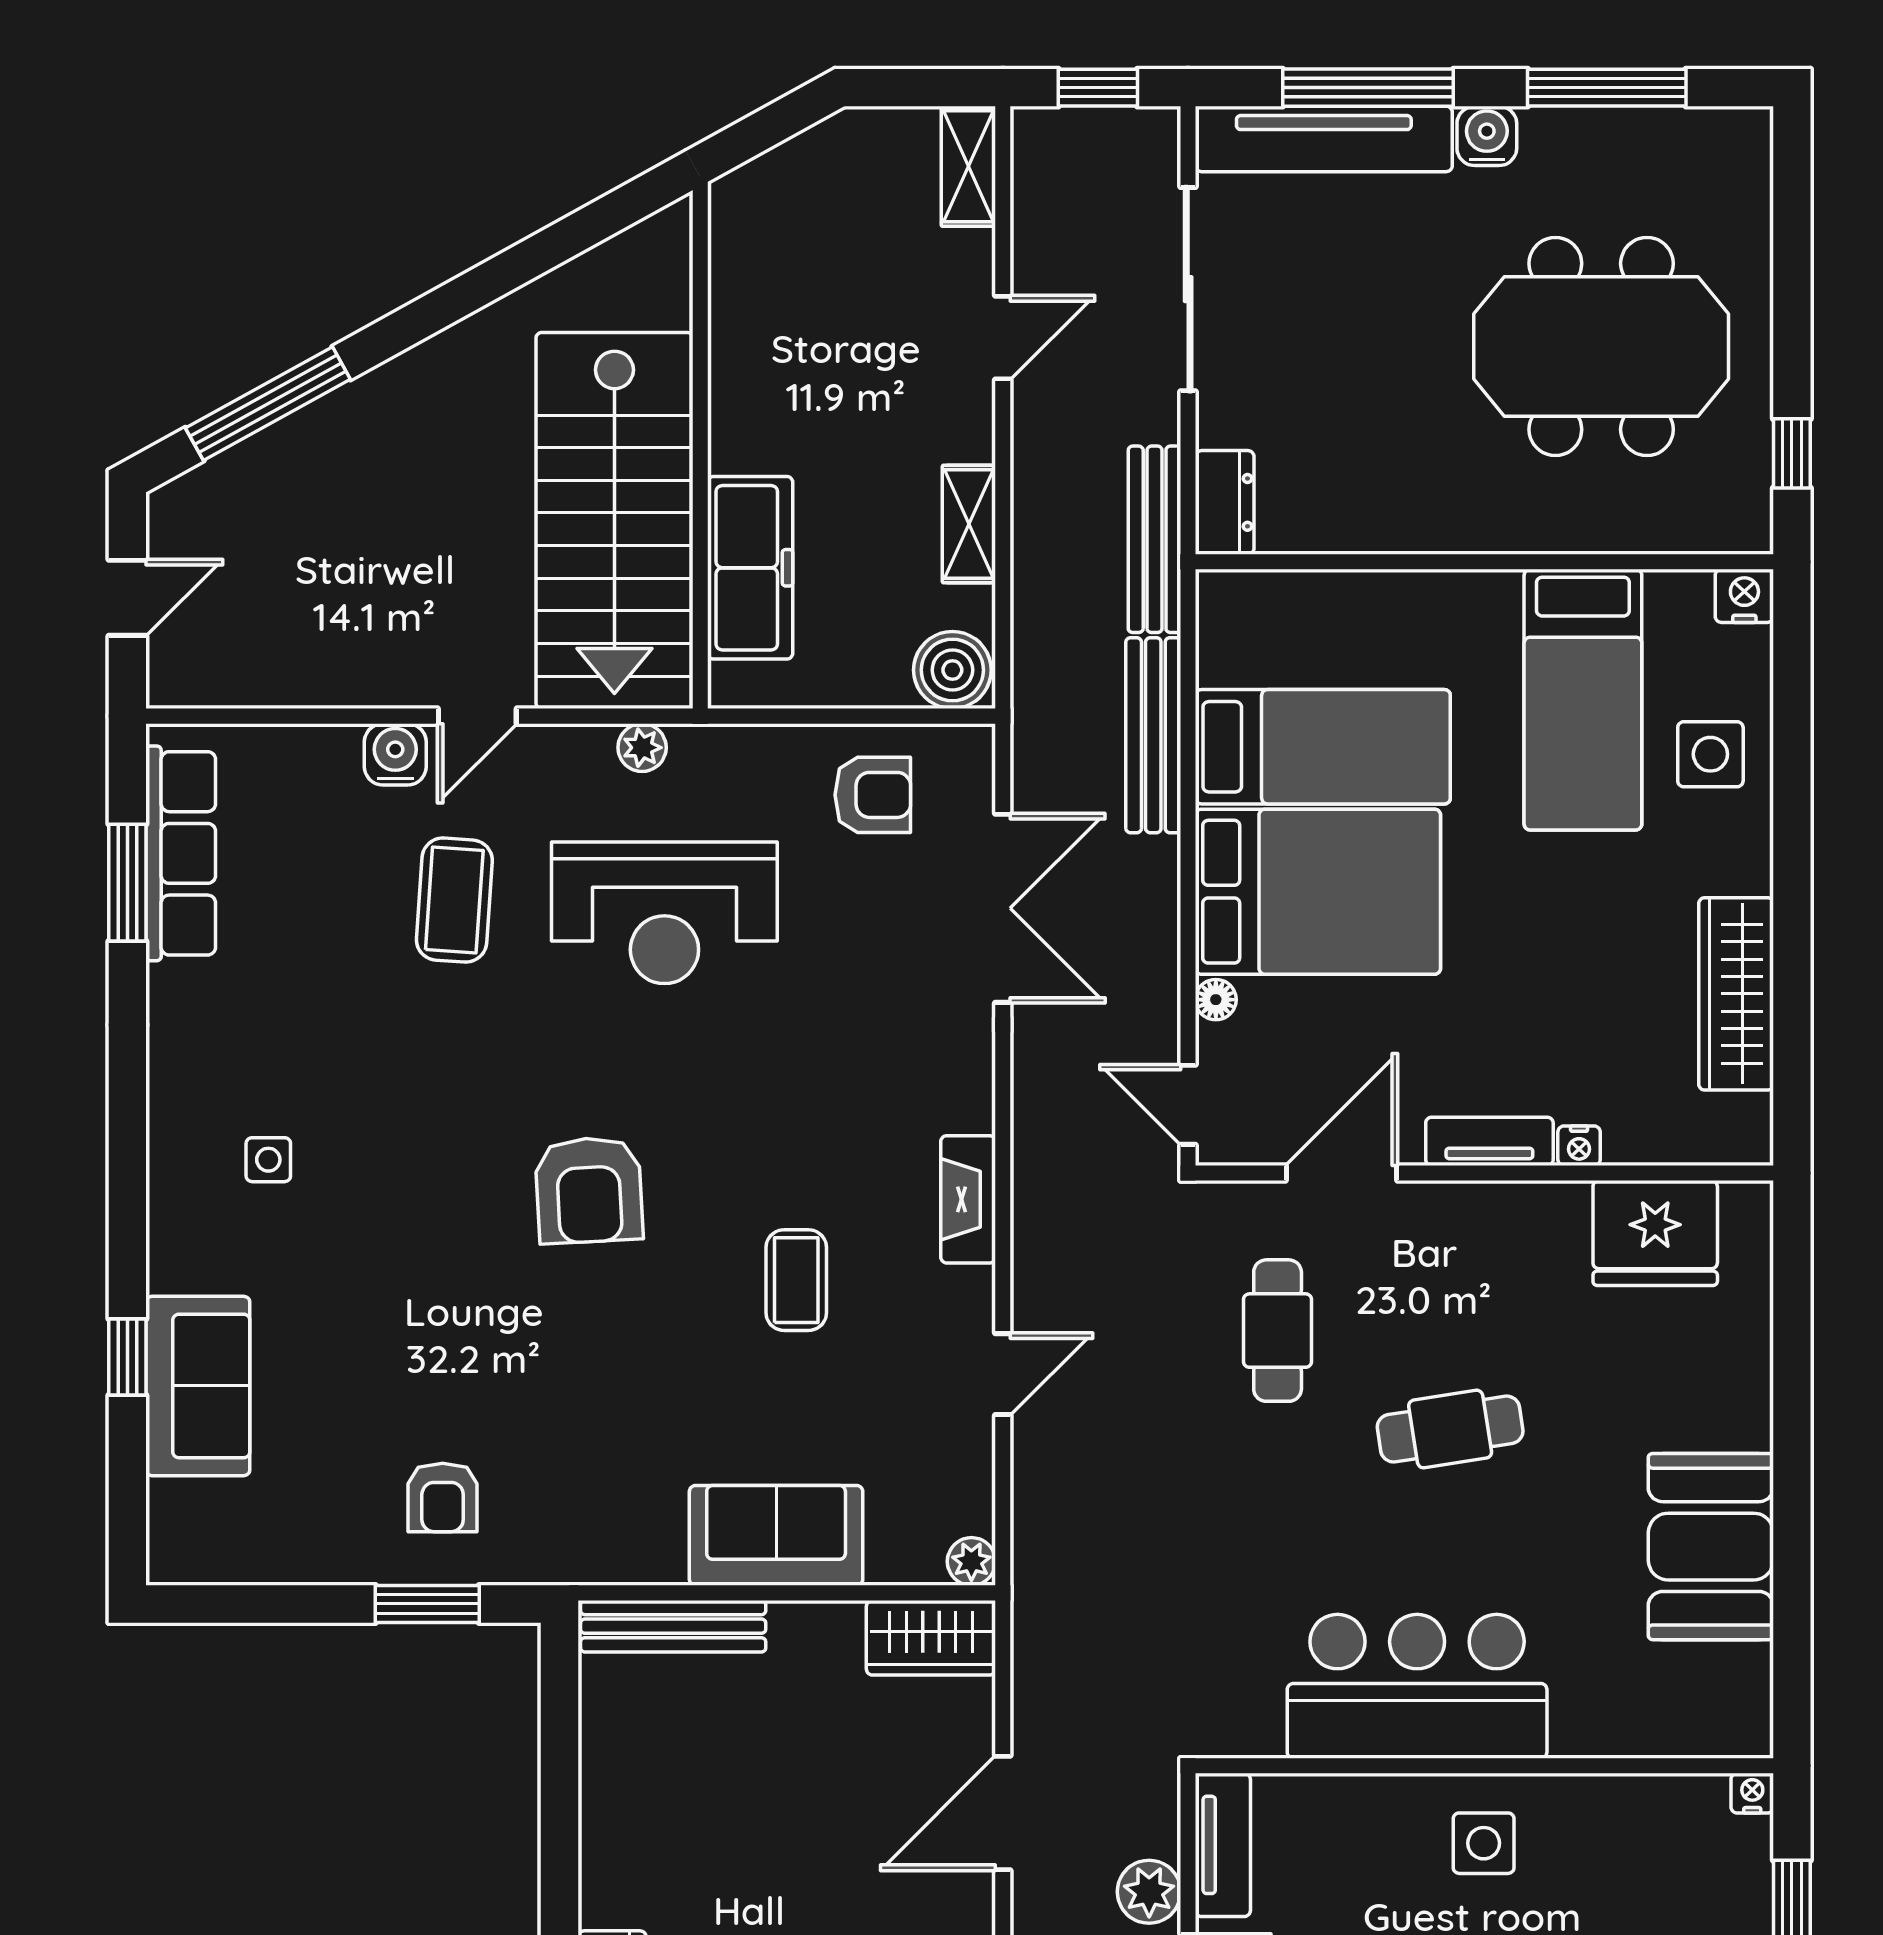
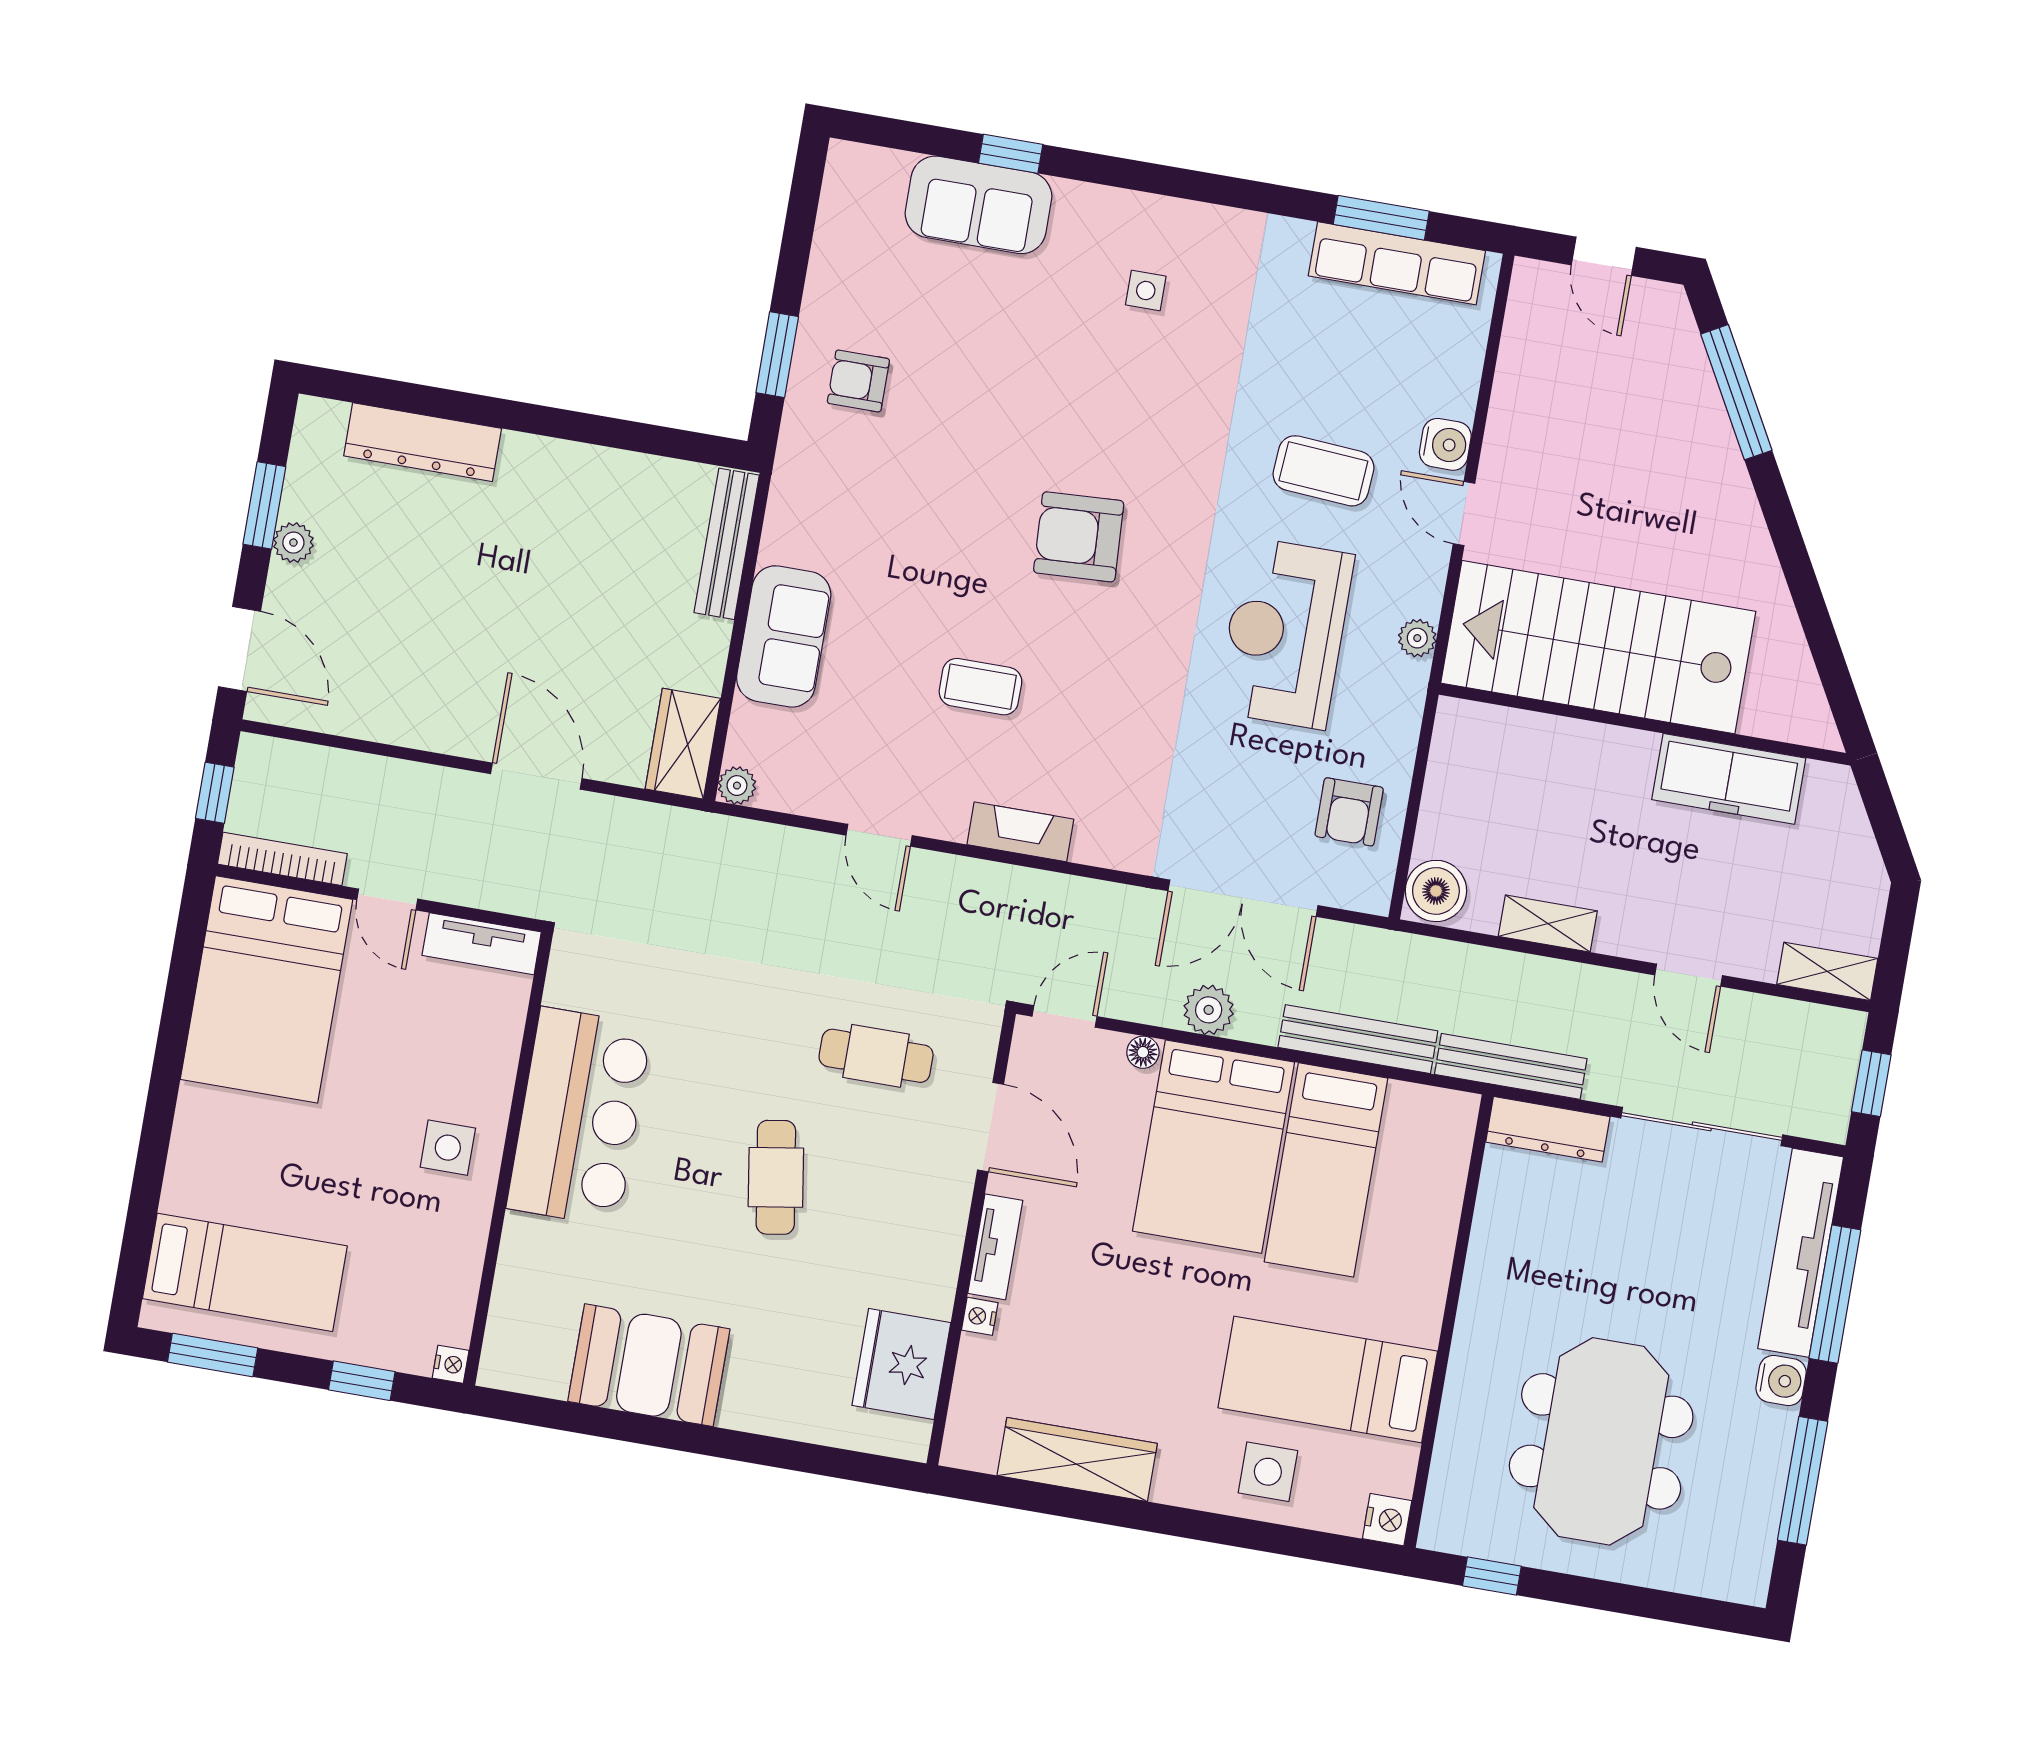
dresser: (1225, 502) -> (1548, 1129), width x1.44
freezer: (750, 568) -> (1729, 779), moved
plant: (1149, 1892) -> (1209, 1010), moved

